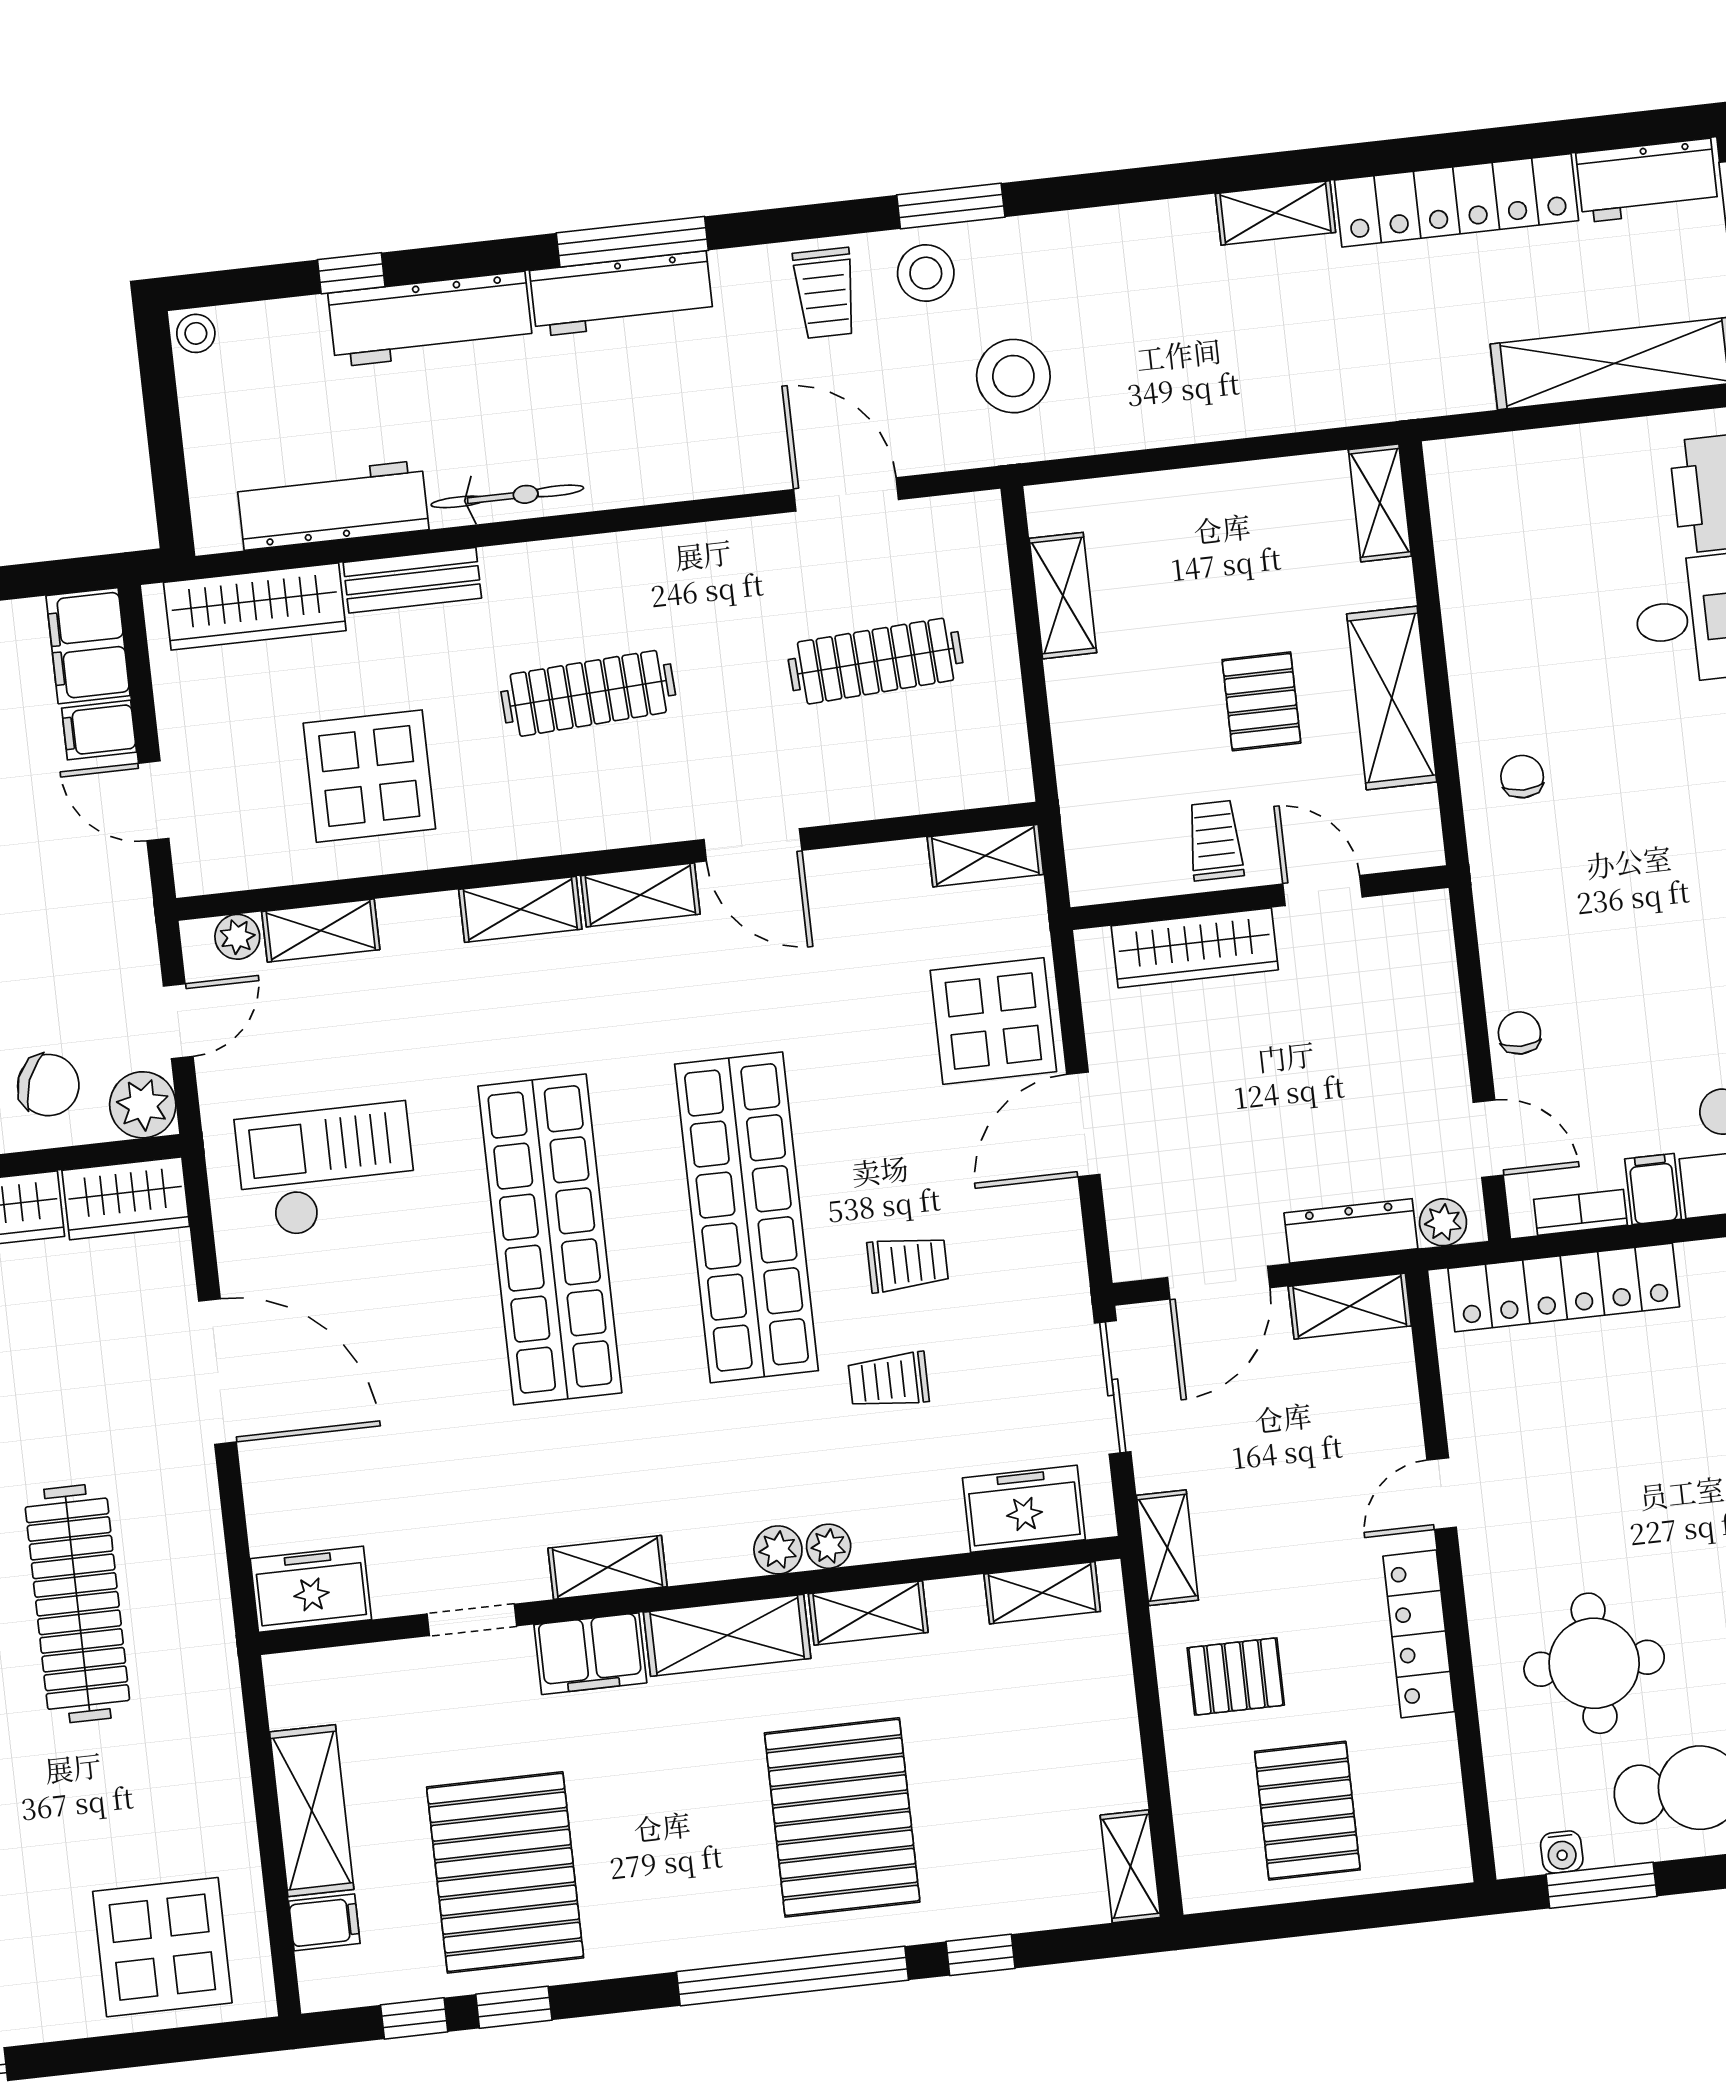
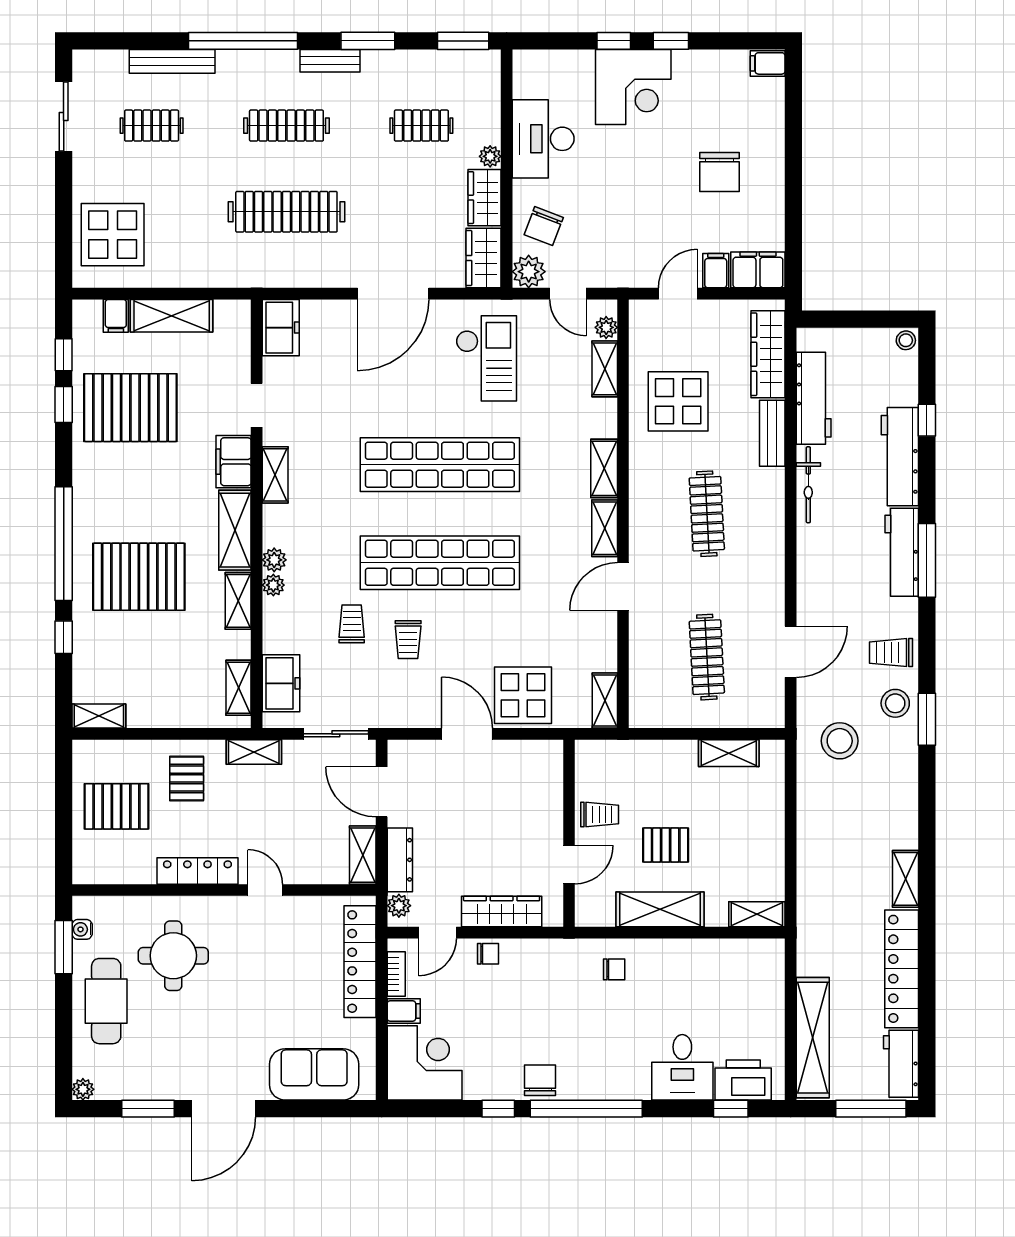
wardrobe: (1195, 948) -> (502, 911), moved, turned 90

